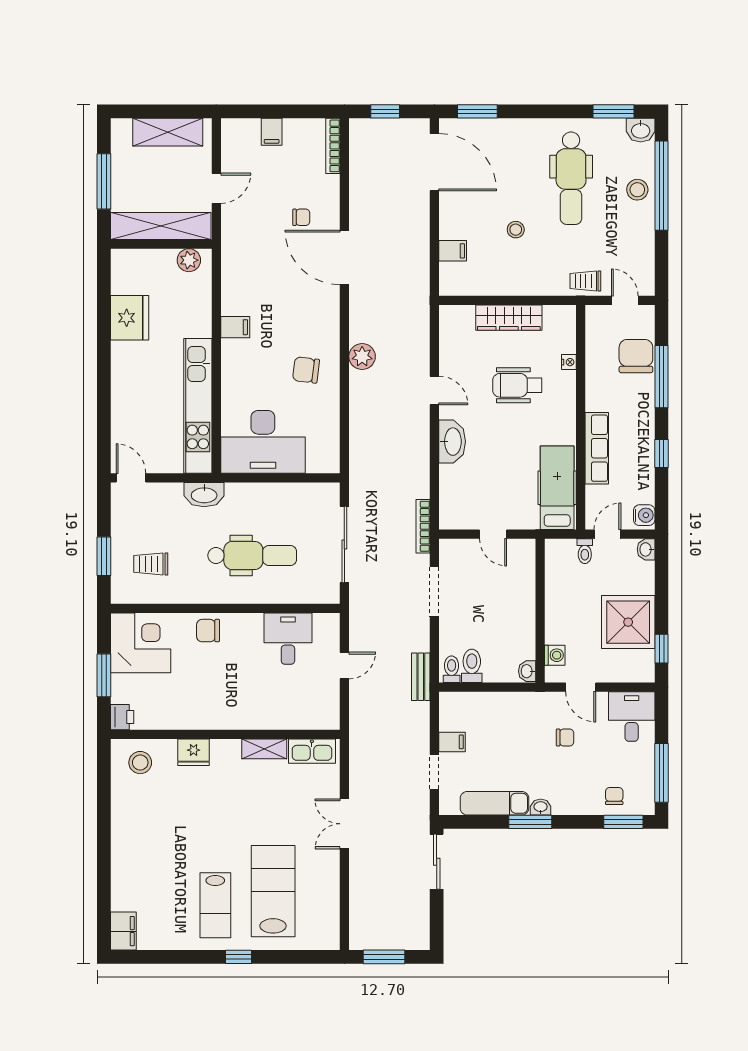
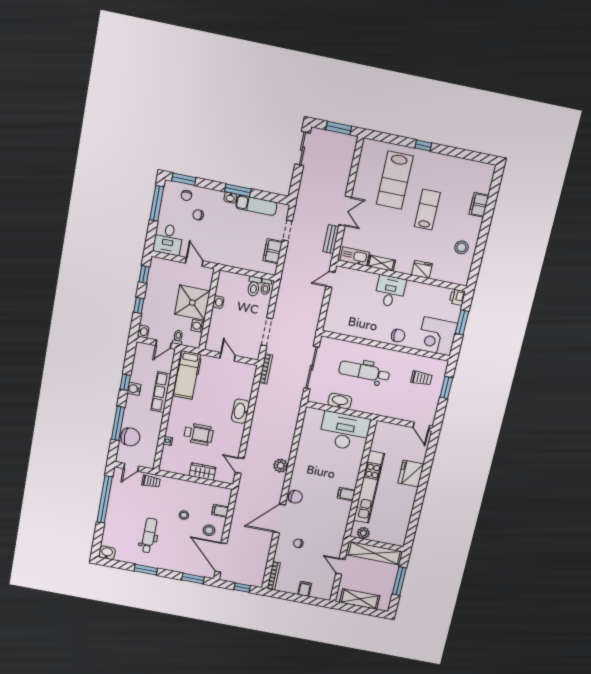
window: (614, 111) -> (146, 570), moved
dental chair: (571, 178) -> (149, 535), width x0.73, depth x0.72
window: (662, 186) -> (105, 499), moved
door: (216, 188) -> (340, 566), hinge flipped
stool: (637, 190) -> (209, 530), moved
door: (344, 257) -> (279, 518), swing flipped
door: (625, 300) -> (131, 467), hinge flipped
fridge: (130, 318) -> (411, 474), moved
wardrobe: (509, 318) -> (202, 472), width x0.67
chair: (636, 356) -> (130, 437), turned -90
chair: (306, 370) -> (295, 497), moved
door: (434, 390) -> (240, 466), moved
kitchen unit: (198, 406) -> (369, 487), moved
washbasin: (204, 495) -> (340, 401), moved
water cooler: (644, 515) -> (134, 389), moved
window: (662, 593) -> (139, 305), added
shower: (628, 622) -> (192, 303), moved
desk: (288, 639) -> (390, 291), moved, turned 180
washing machine: (555, 655) -> (198, 326), moved
door: (344, 665) -> (330, 279), moved
washbasin: (527, 671) -> (218, 302), moved
bench: (421, 677) -> (331, 239), moved
chair: (565, 738) -> (198, 215), moved
filing cabinet: (452, 742) -> (273, 251), width x2.00
stool: (140, 763) -> (461, 247), moved
sliding door: (437, 862) -> (303, 149), moved
lab bench: (215, 905) -> (427, 210), moved
filing cabinet: (123, 931) -> (479, 205), moved

